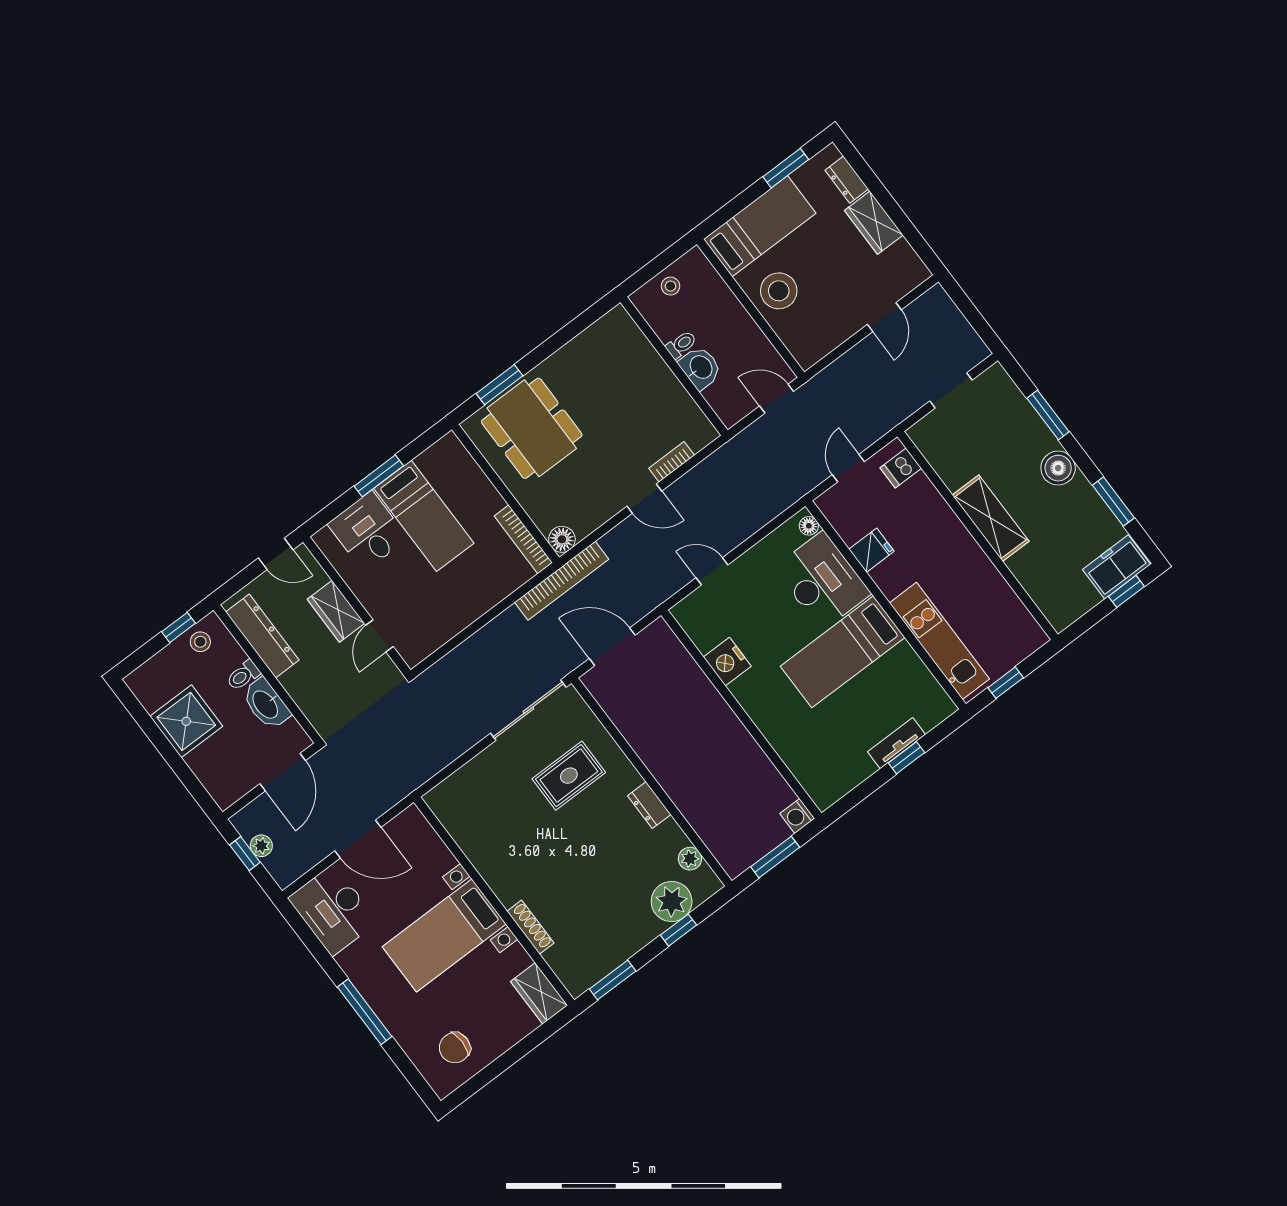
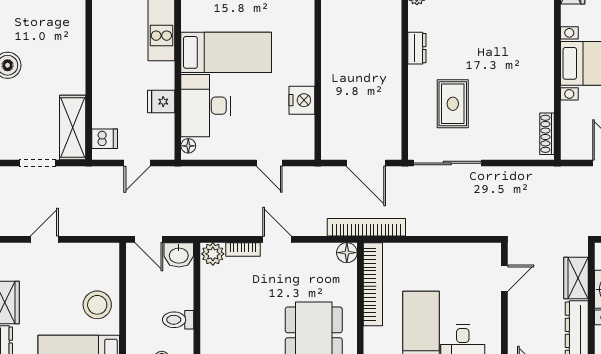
toilet: (681, 345) -> (178, 320), width x1.37, depth x1.39
washbasin: (700, 368) -> (179, 255), moved, turned -90
plant: (699, 434) -> (213, 254), added
shelving: (991, 518) -> (73, 127), moved
bookcase: (523, 539) -> (373, 284), width x1.48, depth x1.31
wardrobe: (336, 611) -> (576, 278), moved, turned 180
rug: (569, 776) -> (453, 104), turned 90
shoe rack: (530, 927) -> (547, 134), moved

